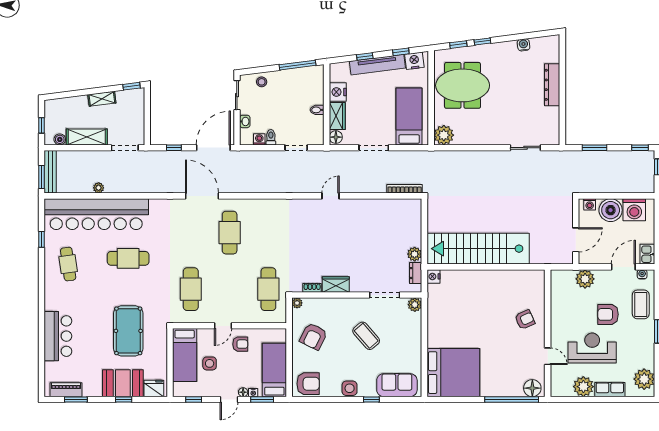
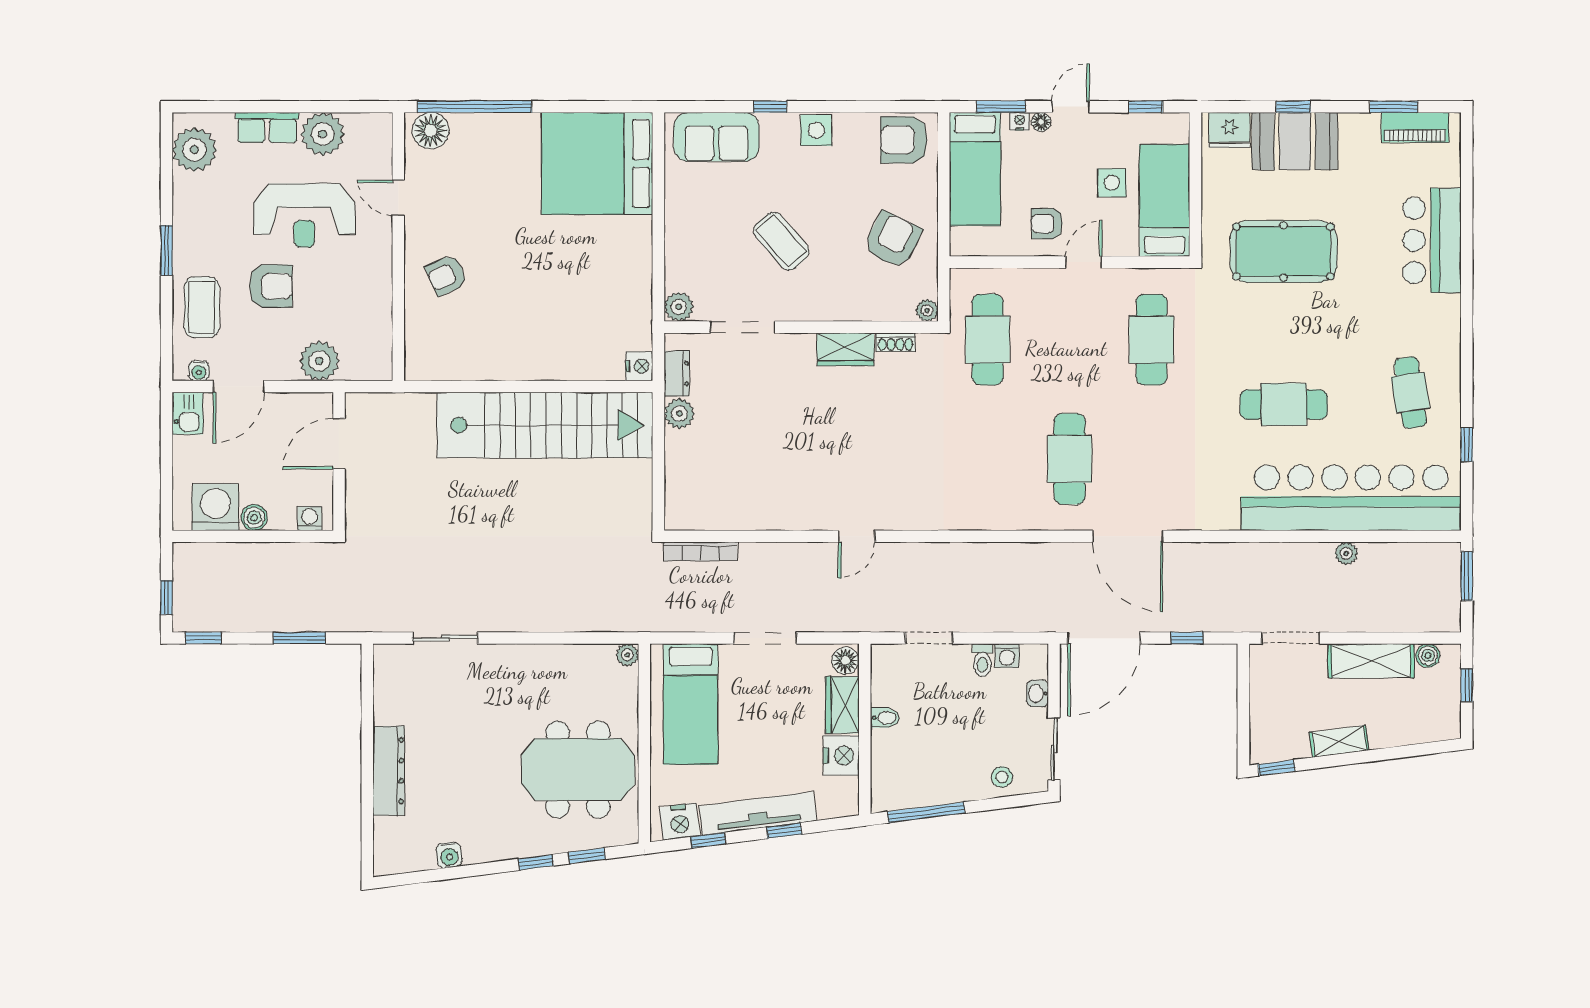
plant: (444, 135) -> (627, 655), width x0.53, depth x0.53
bench: (50, 172) -> (1448, 587), removed
boiler: (611, 210) -> (254, 518), width x0.54, depth x0.54
pool table: (128, 331) -> (1283, 251), turned 90

